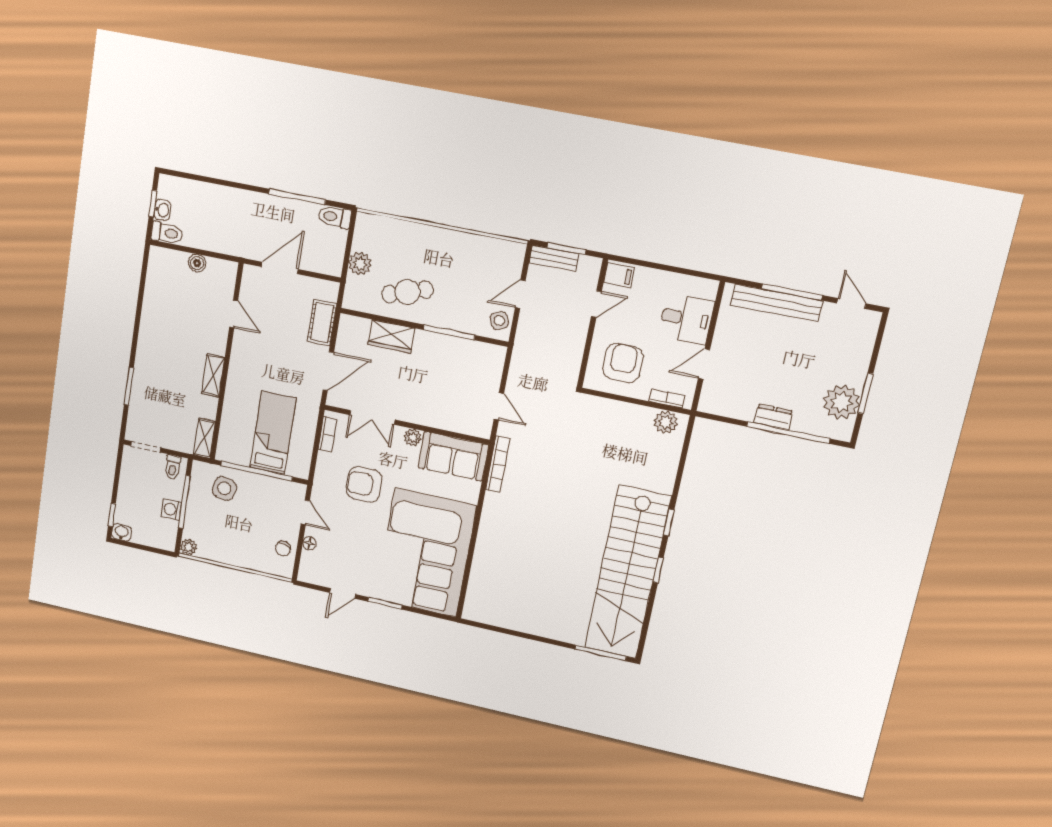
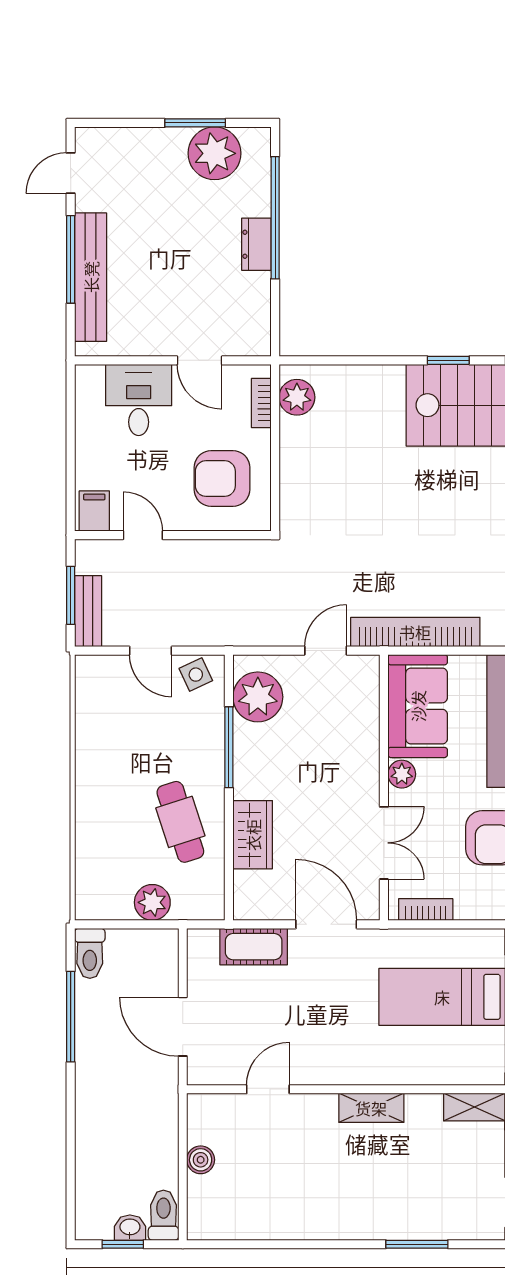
plant: (478, 357) -> (258, 697), added
bookcase: (498, 464) -> (415, 632), width x1.48, depth x1.31

